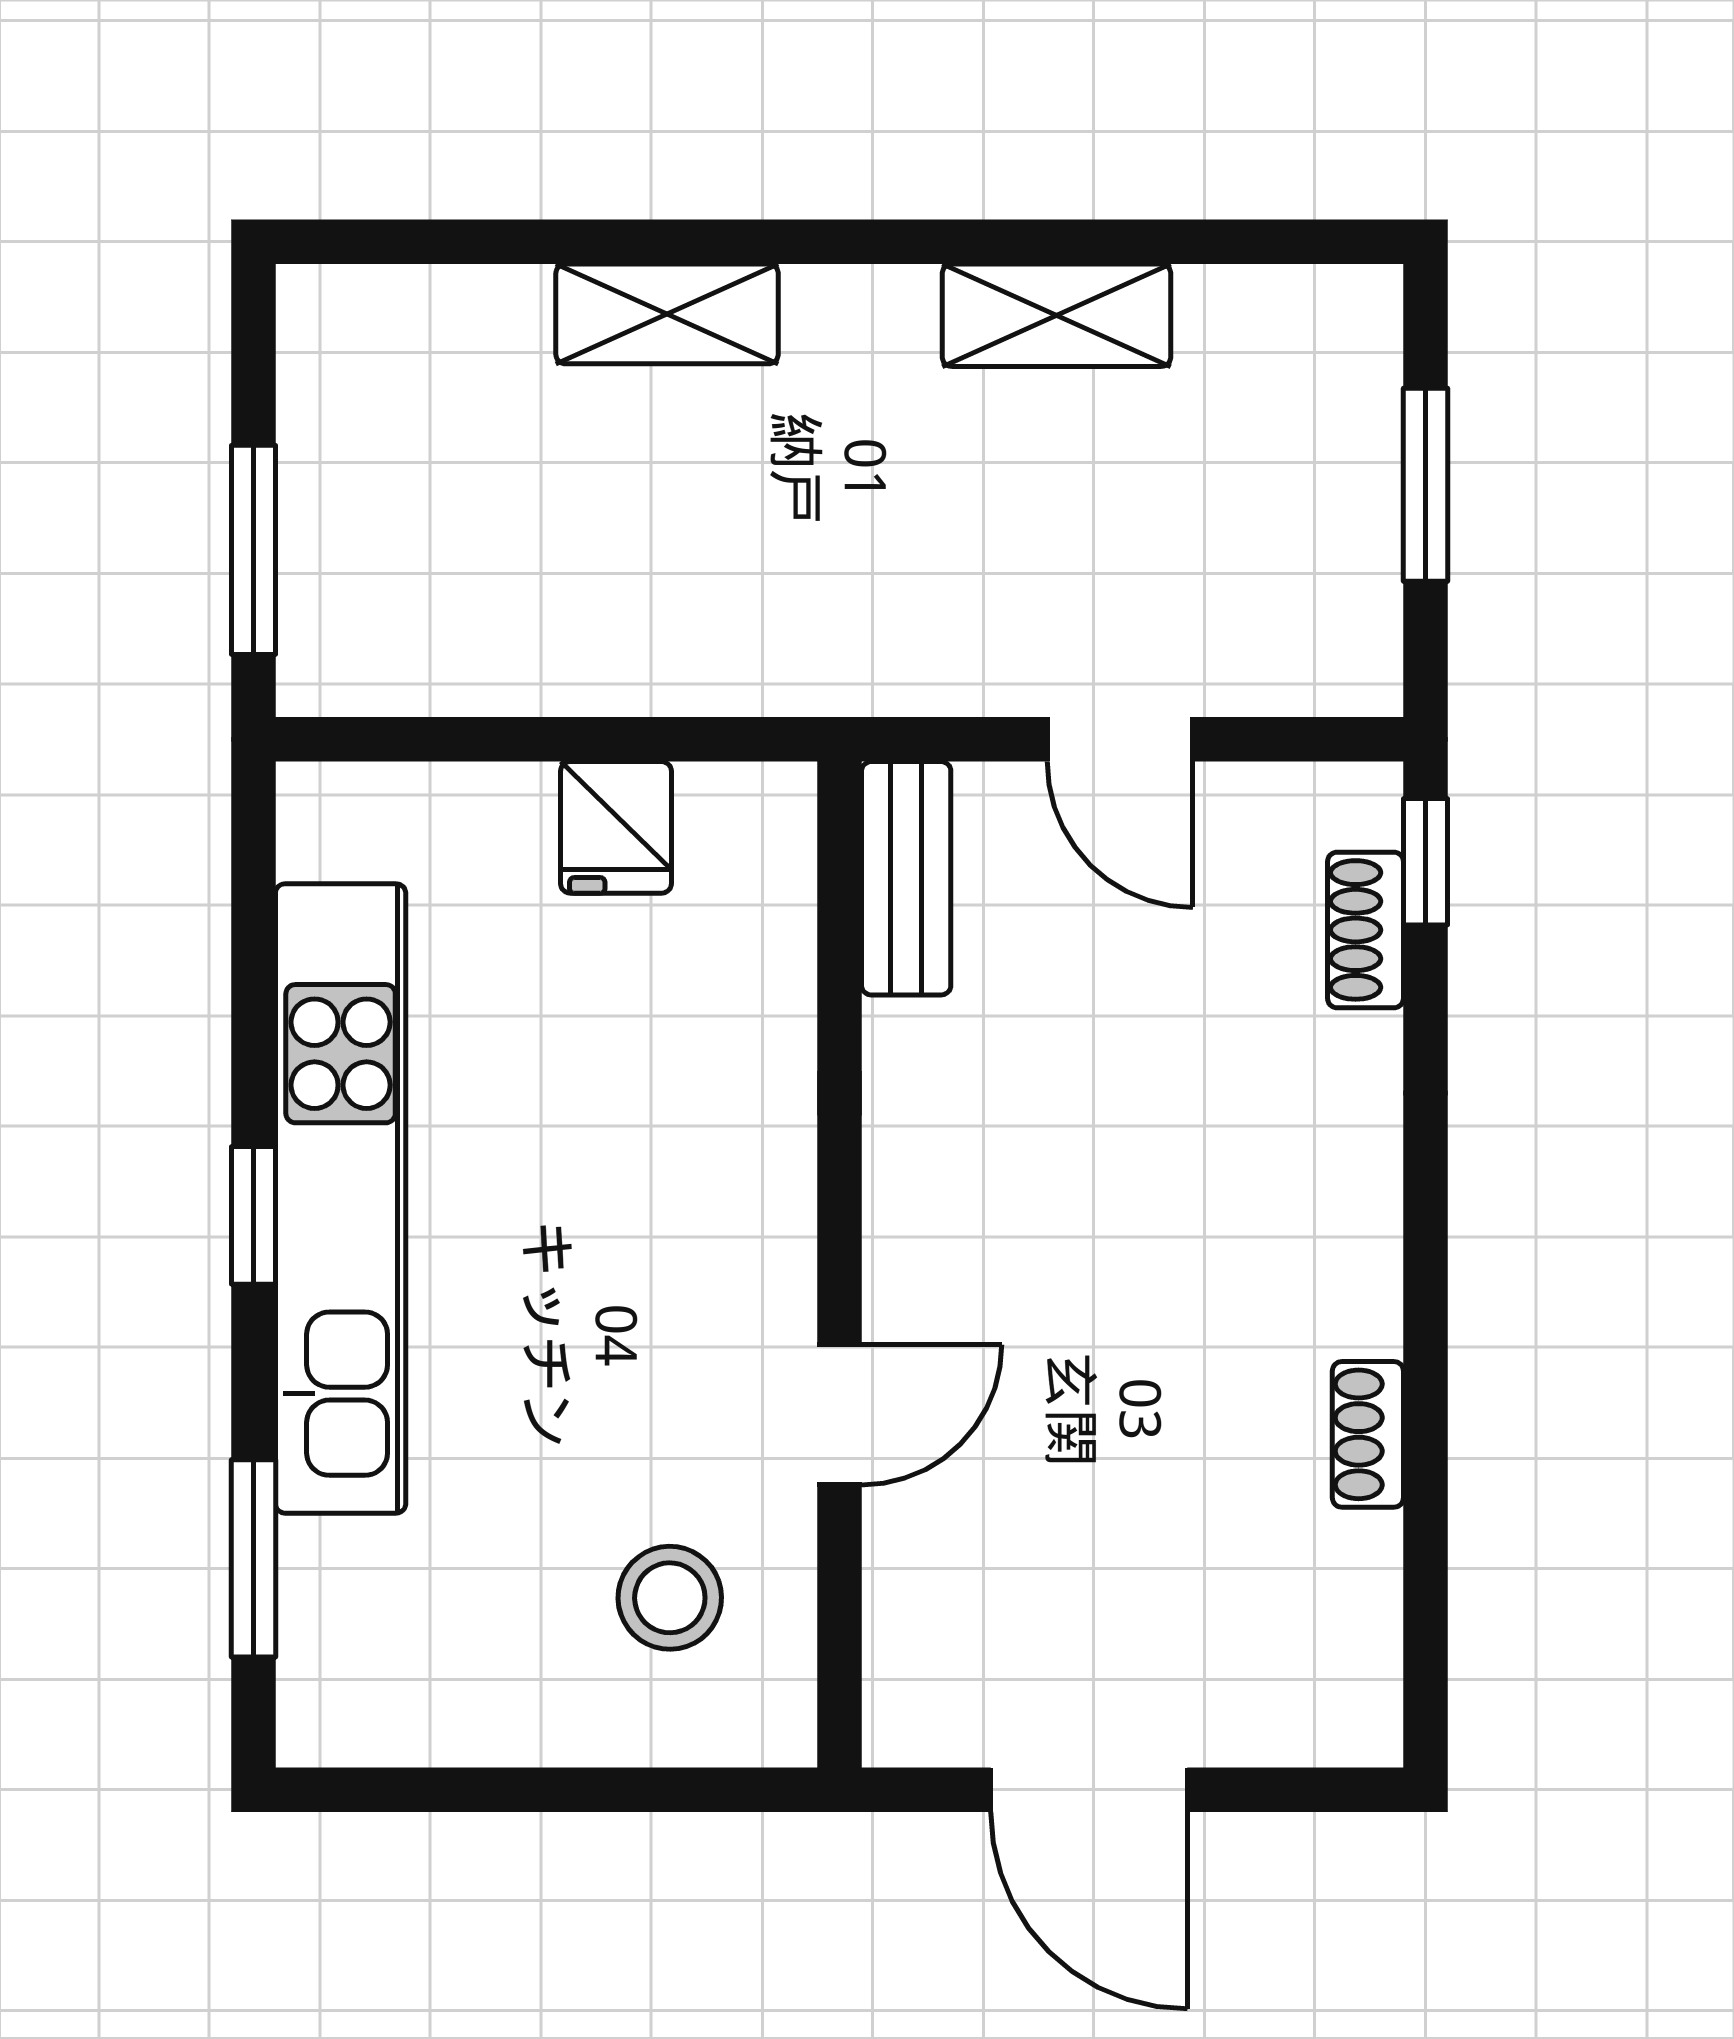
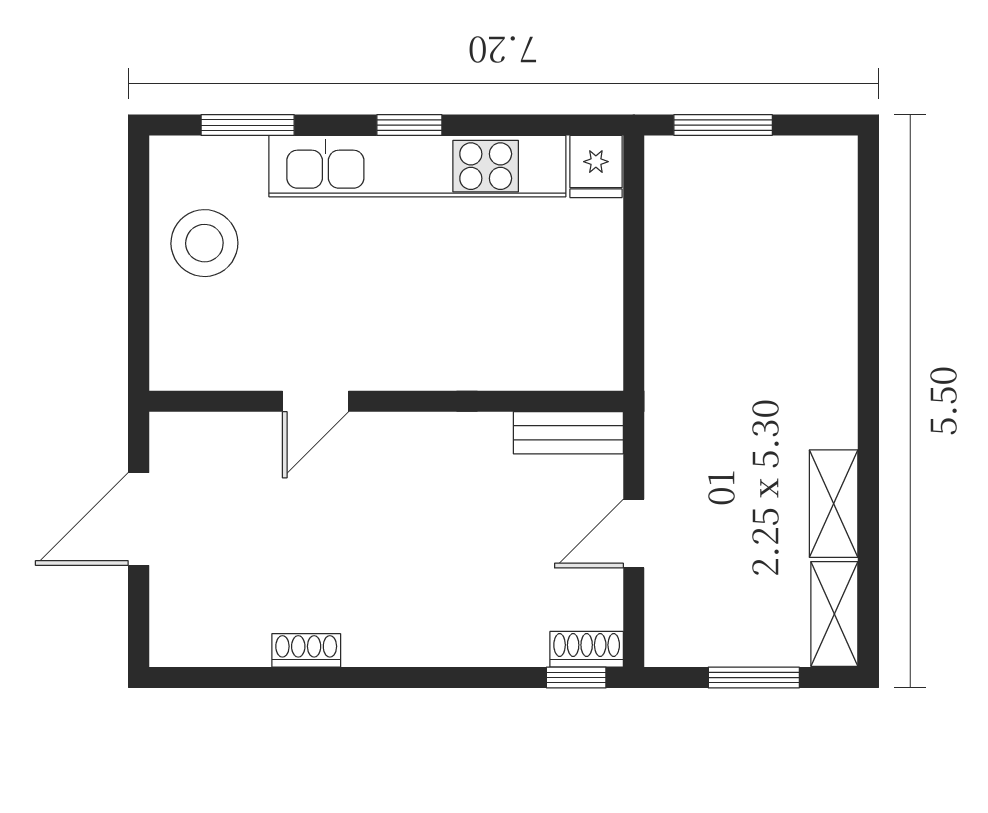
shelving: (667, 314) -> (834, 614), moved
fridge: (616, 827) -> (596, 167), moved, turned -90
shoe rack: (1366, 930) -> (587, 649), moved
door: (839, 1415) -> (315, 401), hinge flipped
stool: (670, 1598) -> (204, 243), moved, width x1.38, depth x1.38

